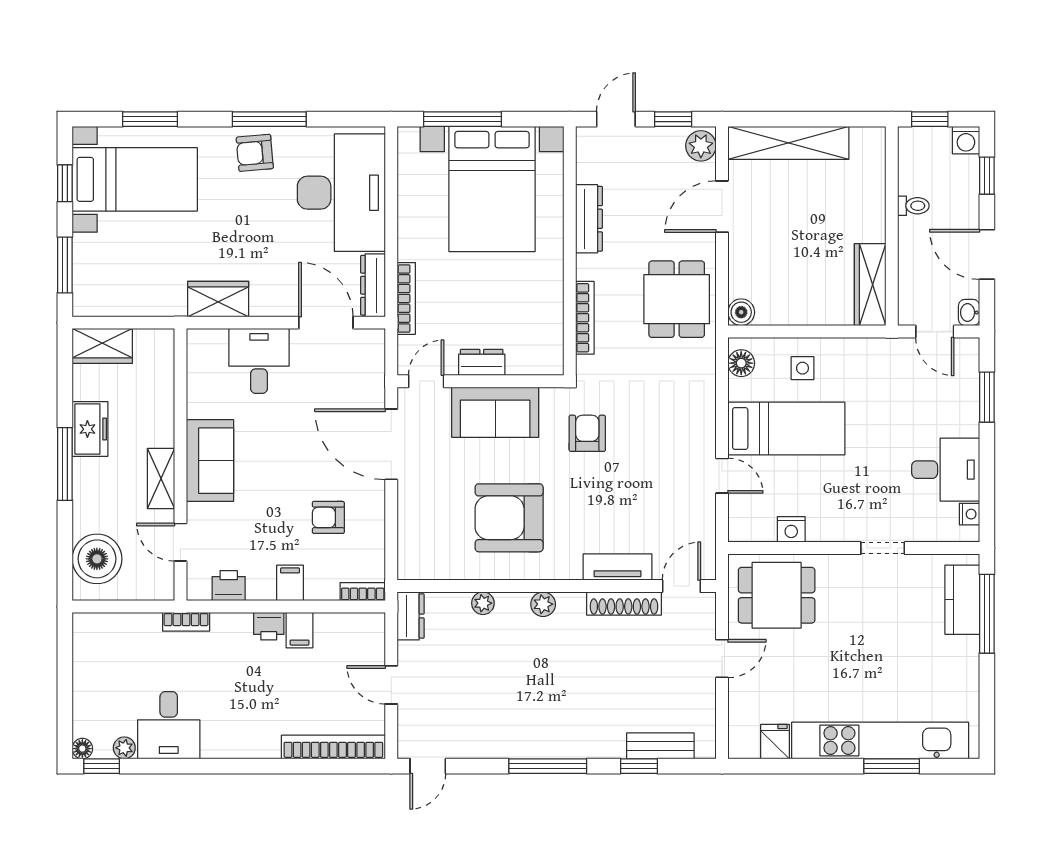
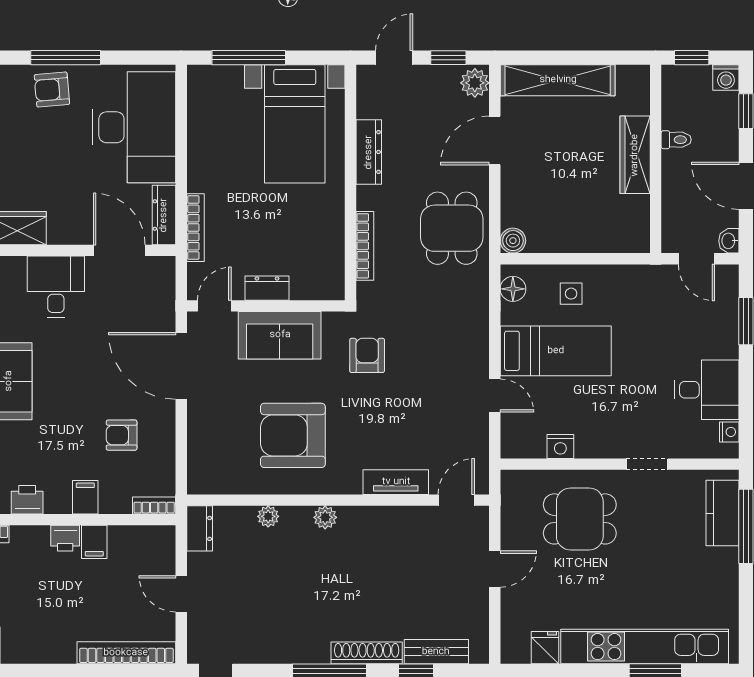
bed with nightstands: (492, 189) -> (295, 124), width x0.73
wardrobe: (870, 285) -> (635, 155), moved
dining table: (777, 595) -> (580, 519), moved
shoe rack: (624, 603) -> (367, 653), moved, turned 180

